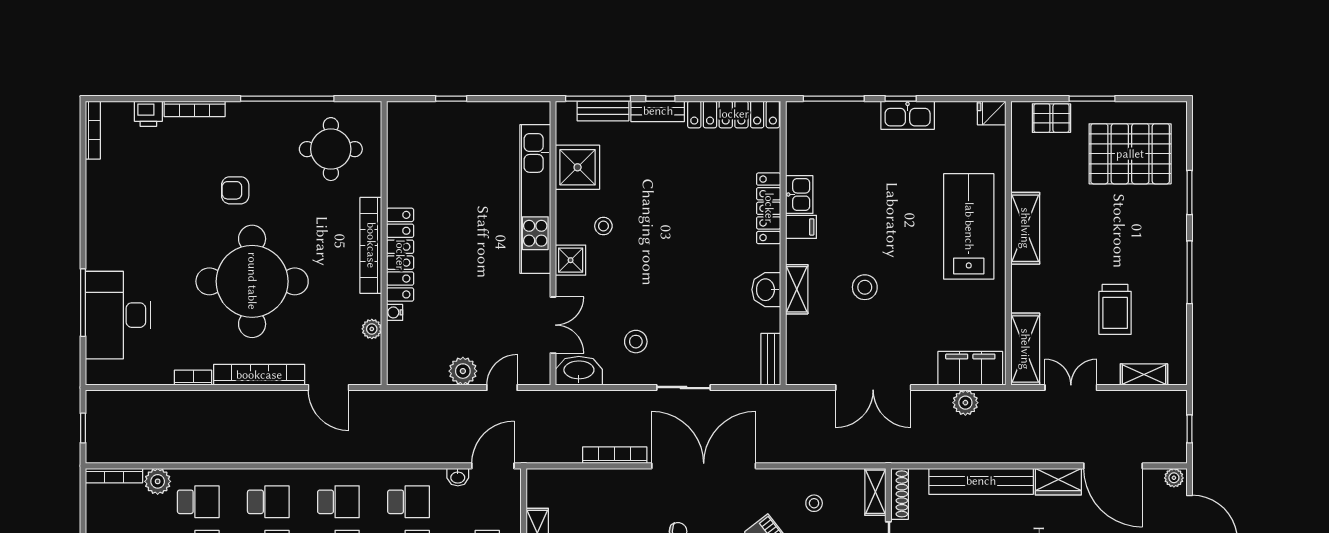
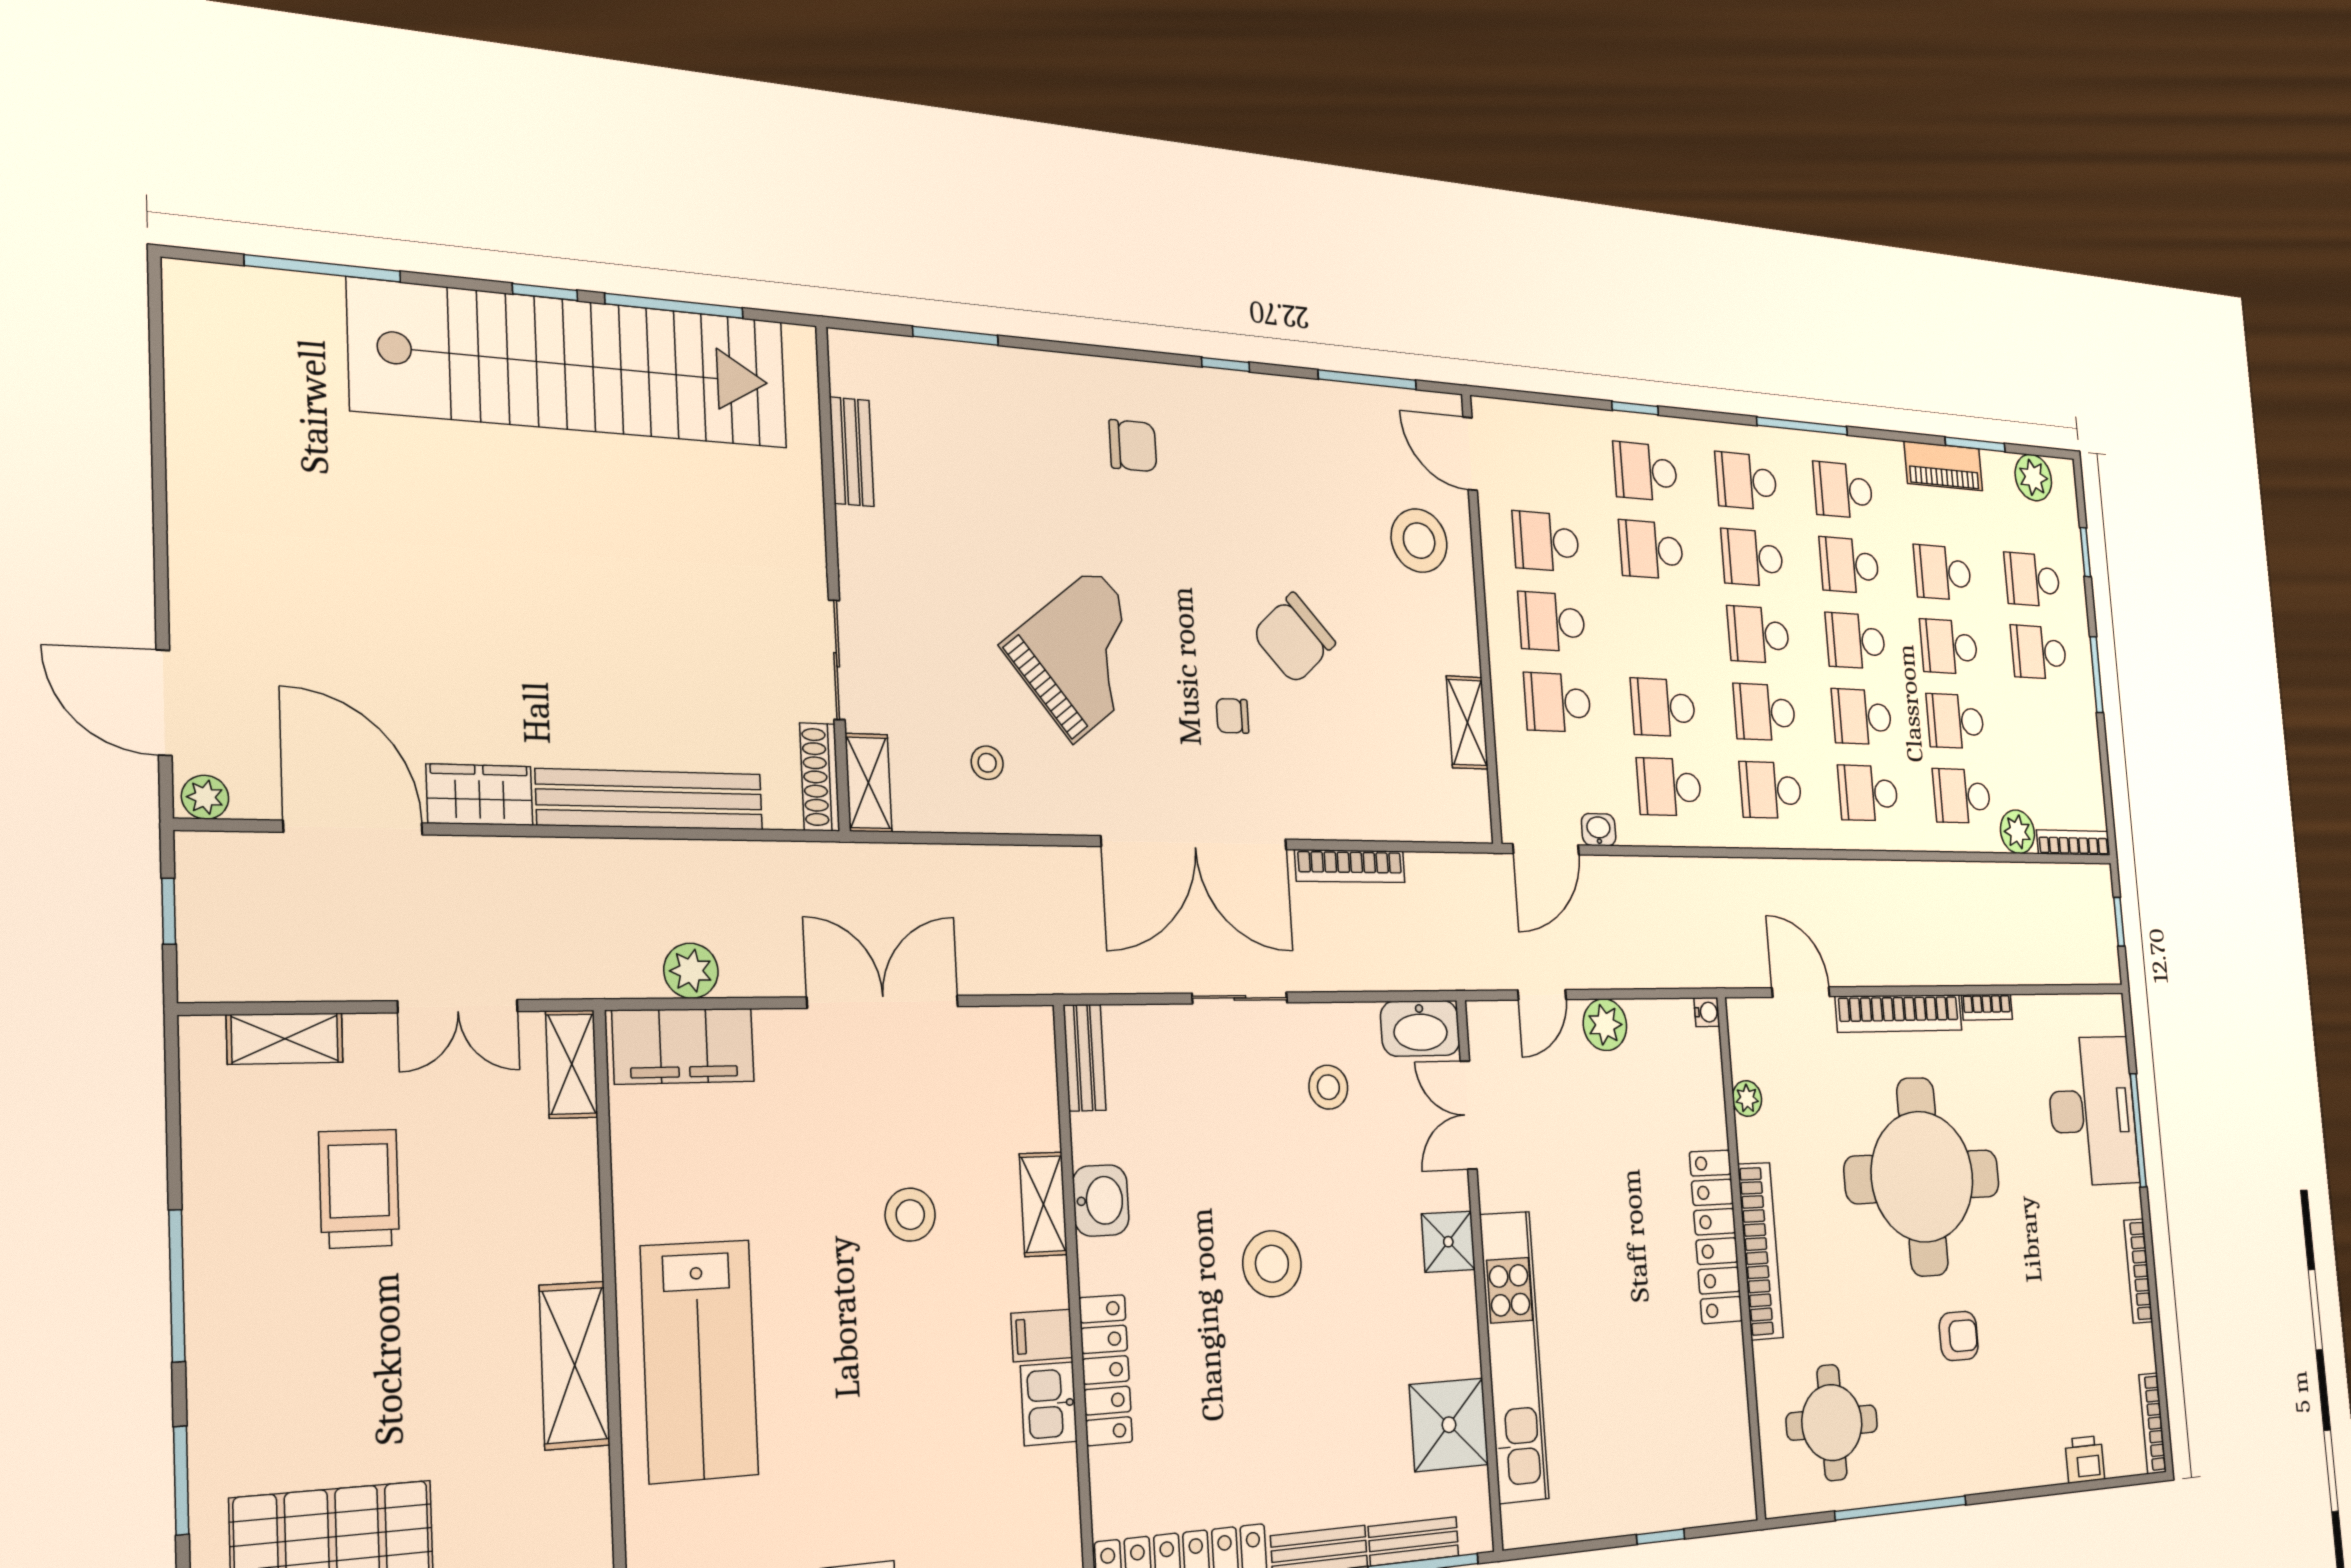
bookcase: (195, 109) -> (2138, 1271), moved, turned -90
stool: (603, 226) -> (1272, 1264), moved, width x1.89, depth x1.89
water cooler: (395, 312) -> (1707, 1012), moved
shelving: (1025, 349) -> (572, 1064), width x0.67, depth x0.75

